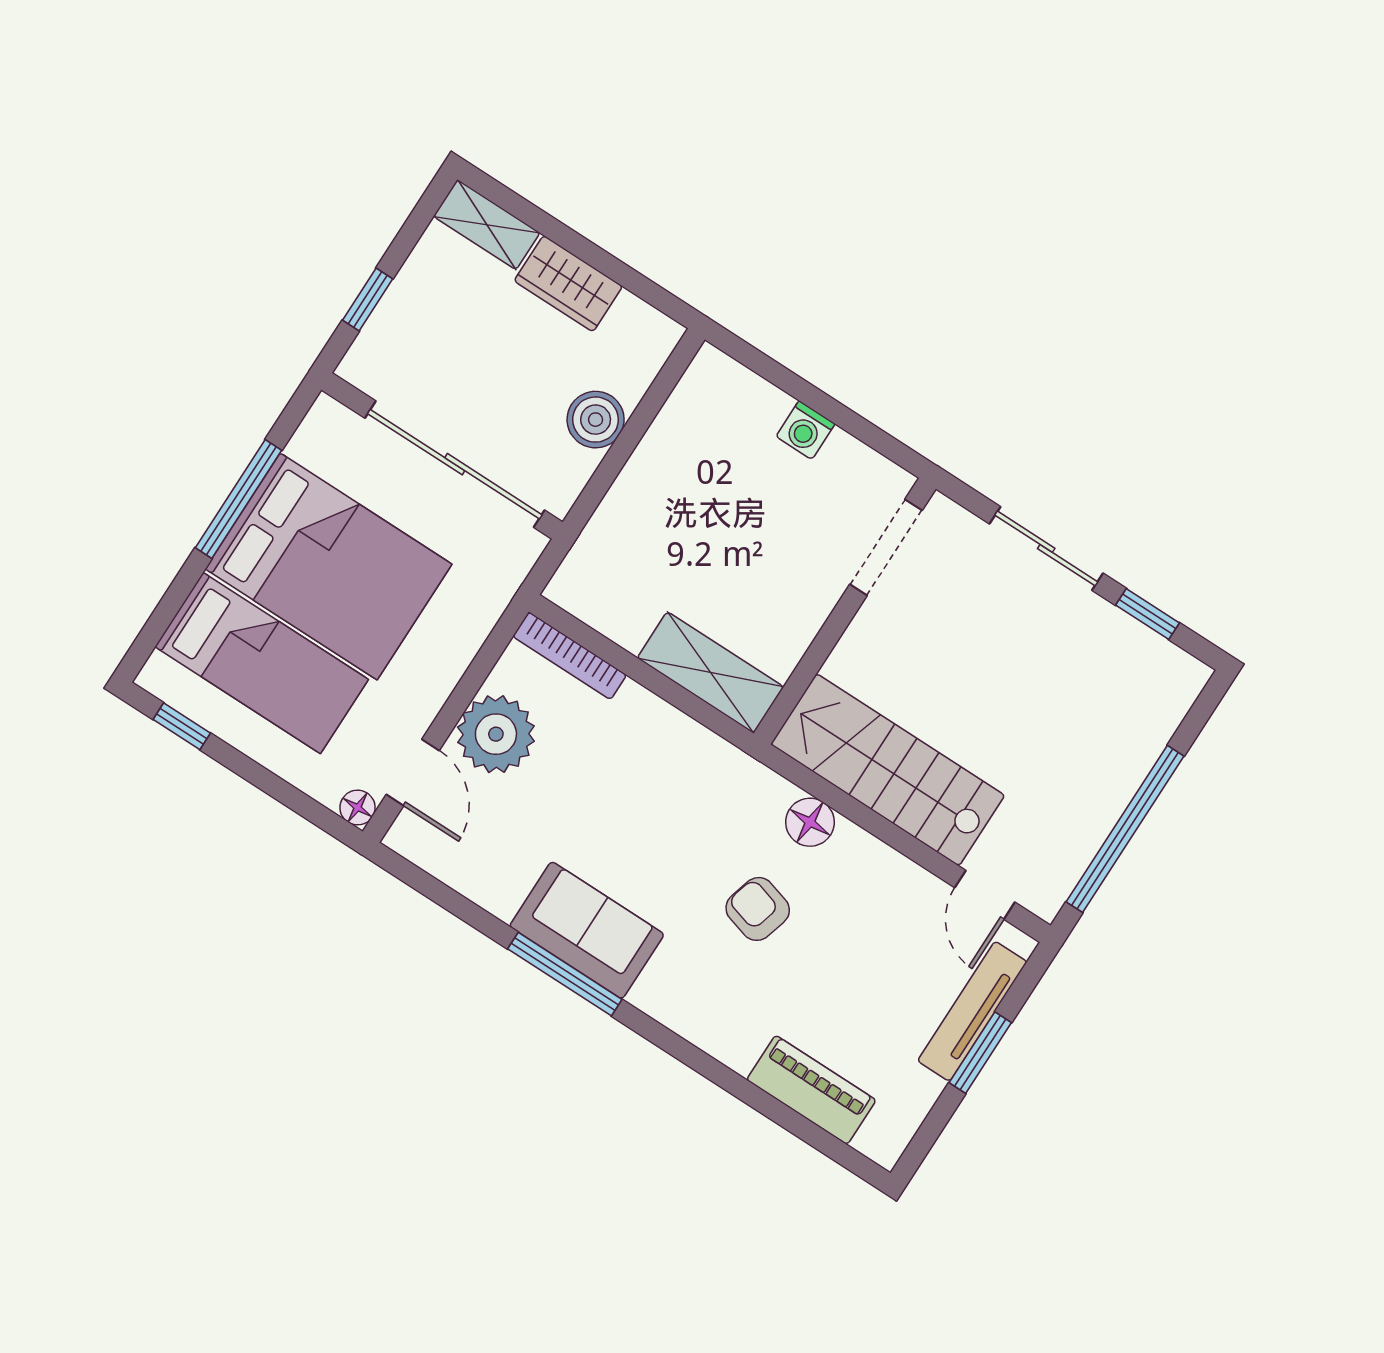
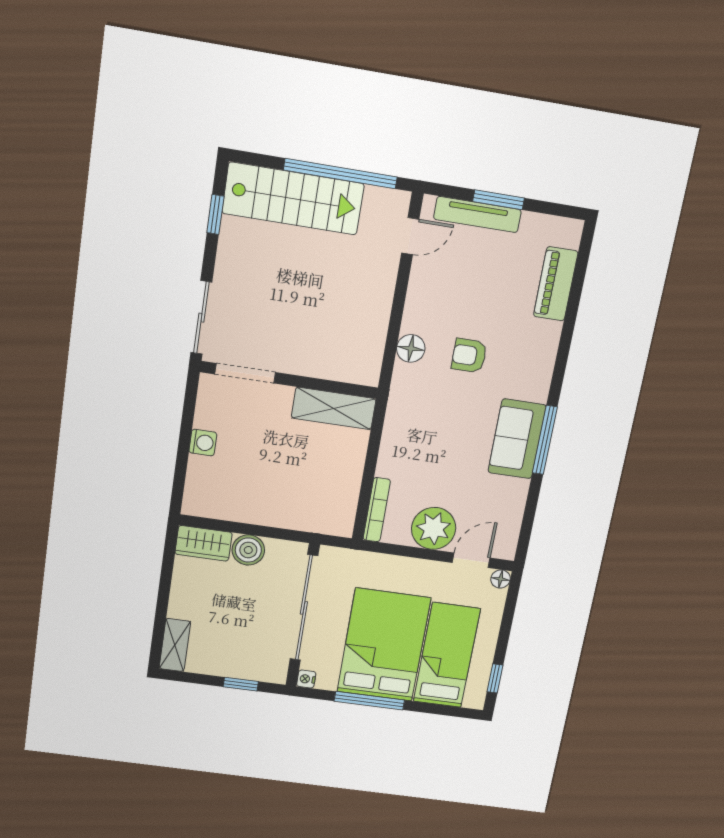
wardrobe: (568, 284) -> (204, 543), moved, turned 90
nightstand: (327, 412) -> (306, 679), added
sliding door: (1046, 548) -> (201, 318), moved
shelving: (710, 672) -> (334, 408), moved, turned 90
stairs: (888, 770) -> (293, 199), moved, turned -90
armchair: (758, 909) -> (469, 356), turned 74

